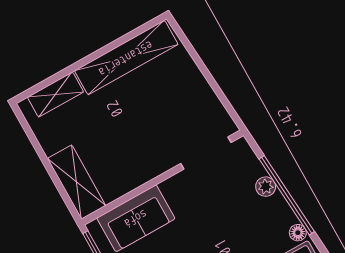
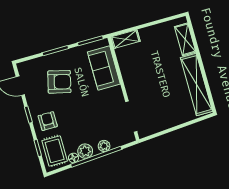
shelving: (77, 182) -> (125, 39), width x0.67, depth x0.75
plant: (282, 216) -> (85, 151), added

